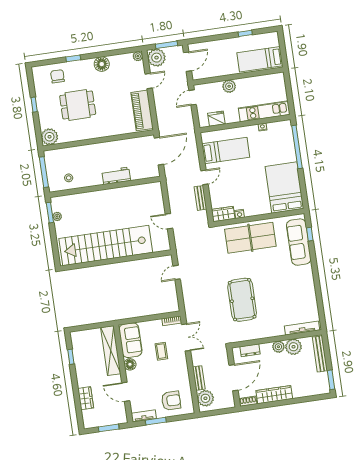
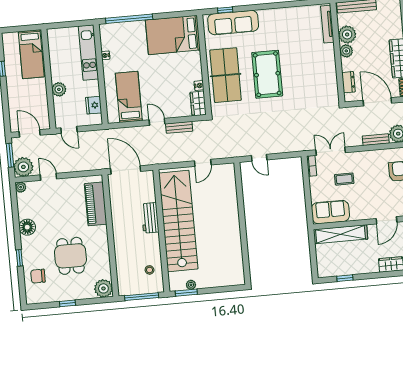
piano: (142, 110) -> (96, 204), moved, turned 90
stairs: (106, 246) -> (178, 221), moved, turned 180
pool table: (242, 300) -> (267, 74), moved, turned 90
floor lamp: (130, 364) -> (357, 214), removed

